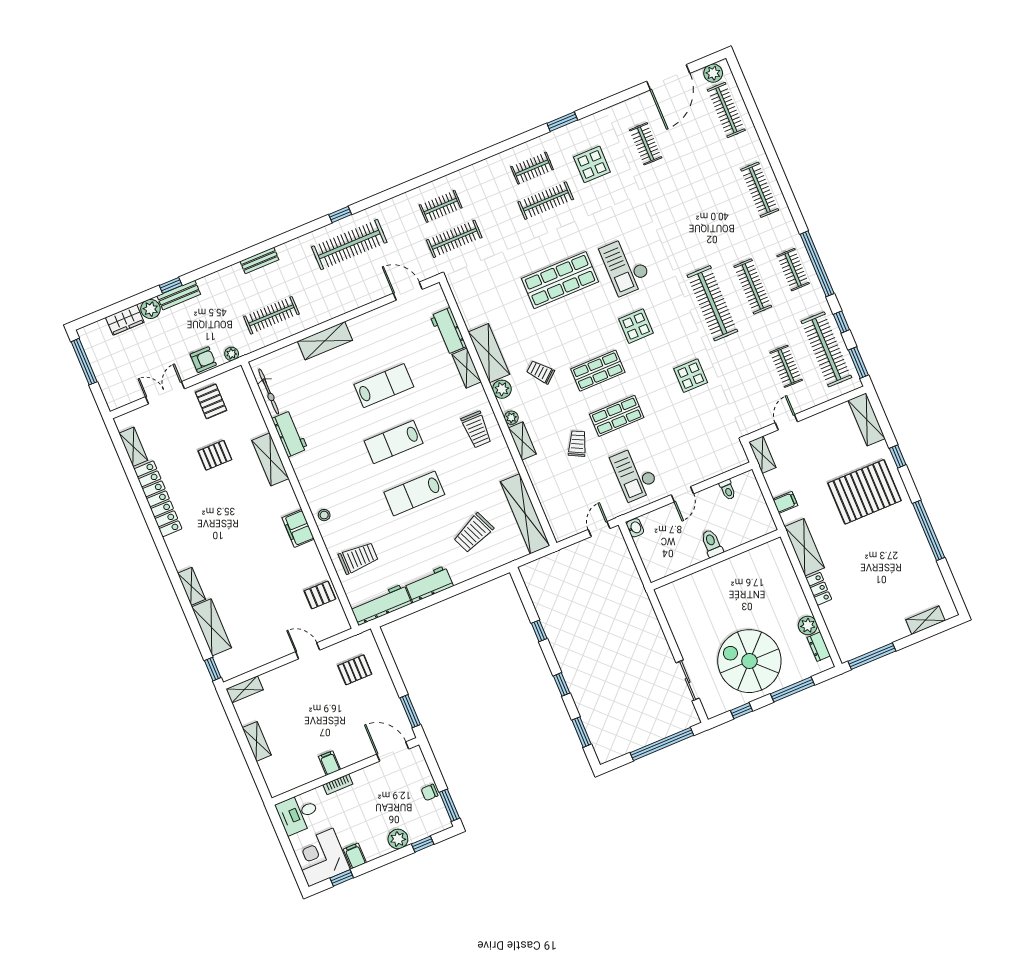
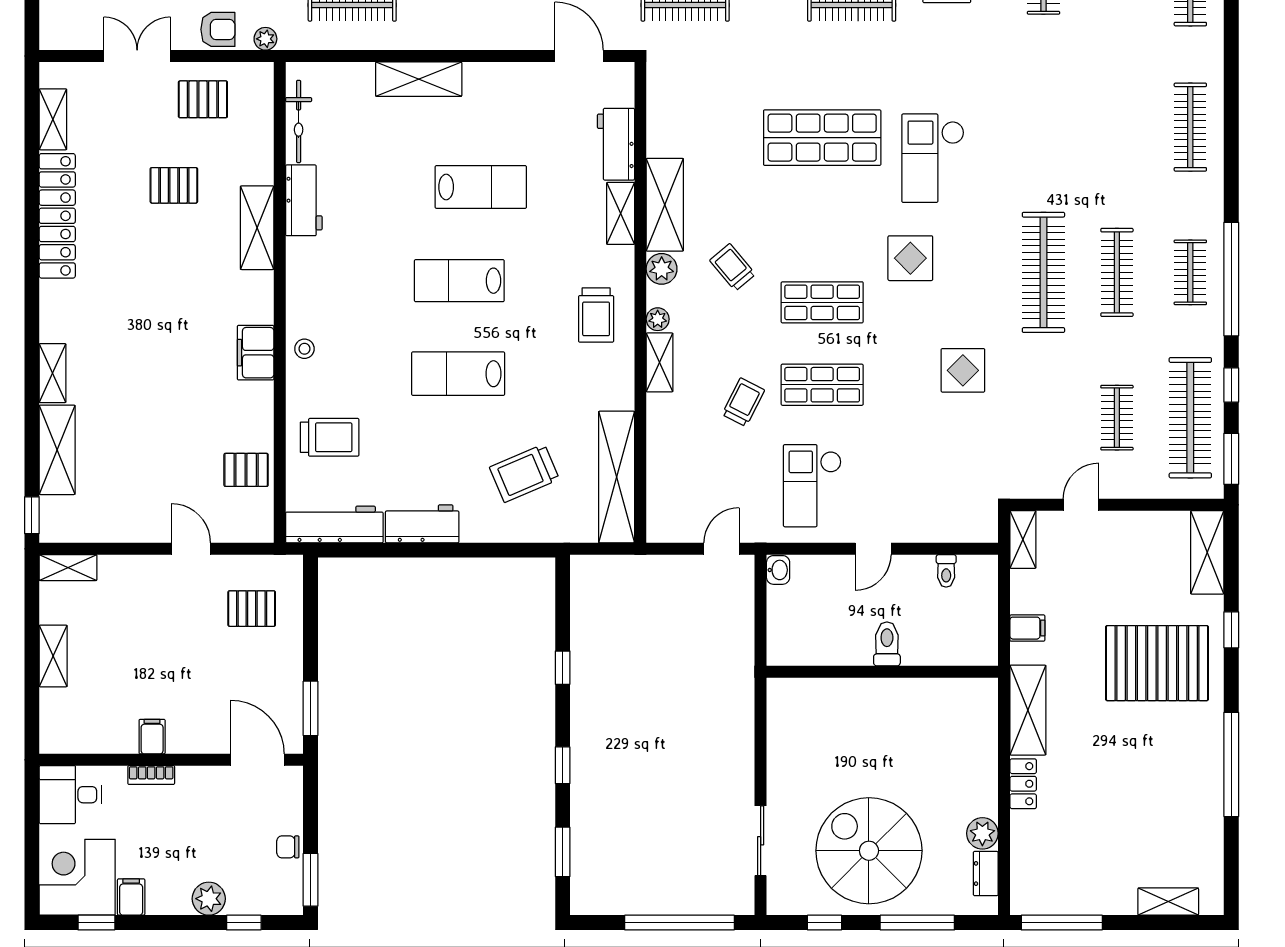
pallet: (211, 401) -> (203, 99), turned 90

